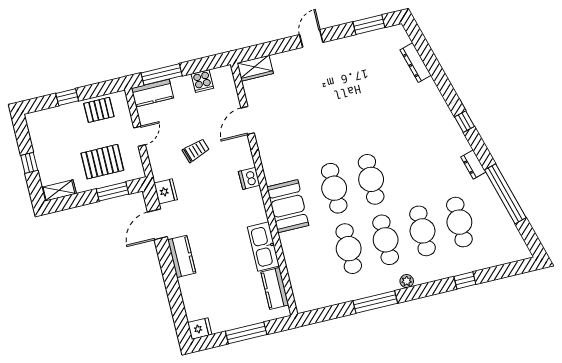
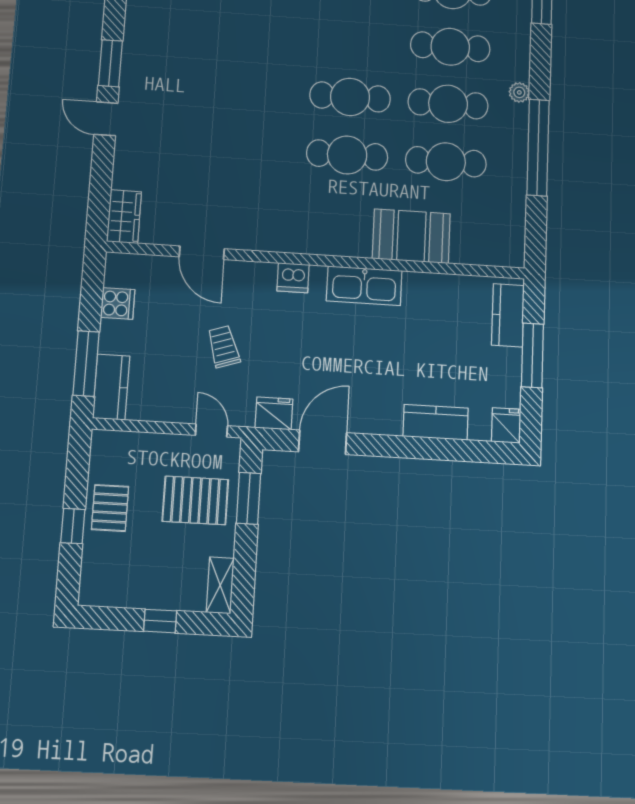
window: (369, 25) -> (110, 63), moved
pallet: (99, 110) -> (110, 508), moved
door: (140, 136) -> (211, 431), moved
pallet: (102, 162) -> (195, 500), turned 90
booth: (288, 206) -> (411, 236), moved
door: (157, 224) -> (323, 442), swing flipped
kitchen sink: (263, 247) -> (364, 286), moved
kitchen counter: (182, 256) -> (436, 422), moved
kitchen counter: (275, 288) -> (508, 315), moved, turned 90
window: (375, 302) -> (538, 147), width x1.46

